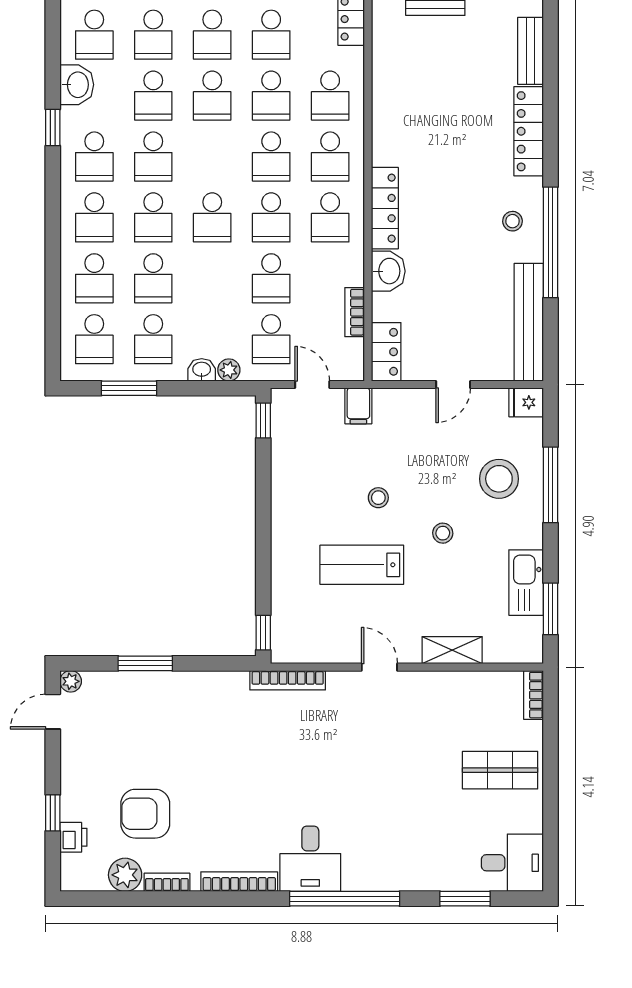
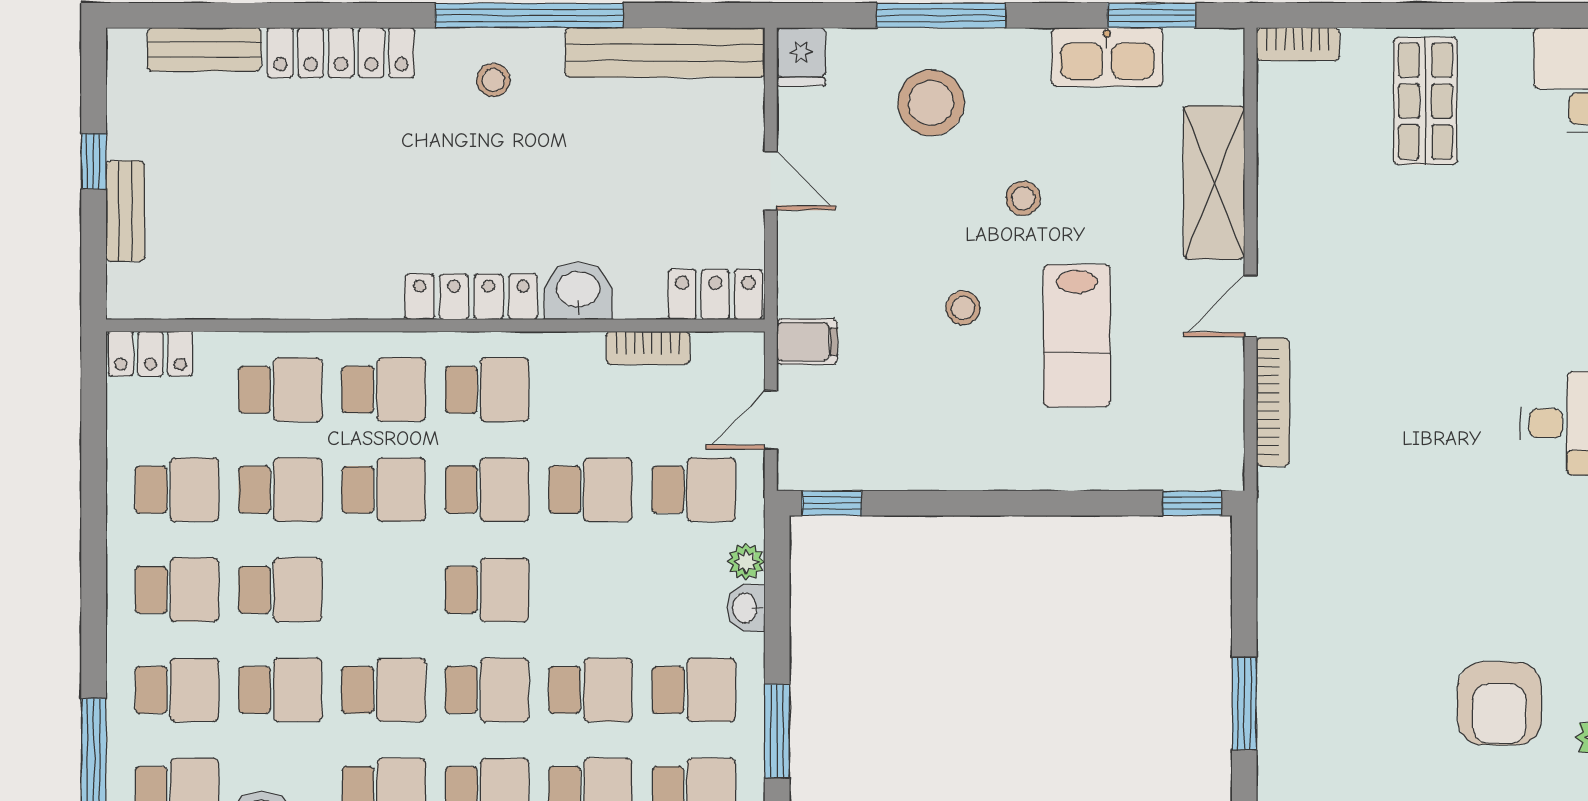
shelving: (452, 650) -> (1214, 182), width x1.50, depth x1.33
bookcase: (288, 680) -> (1273, 402), moved

